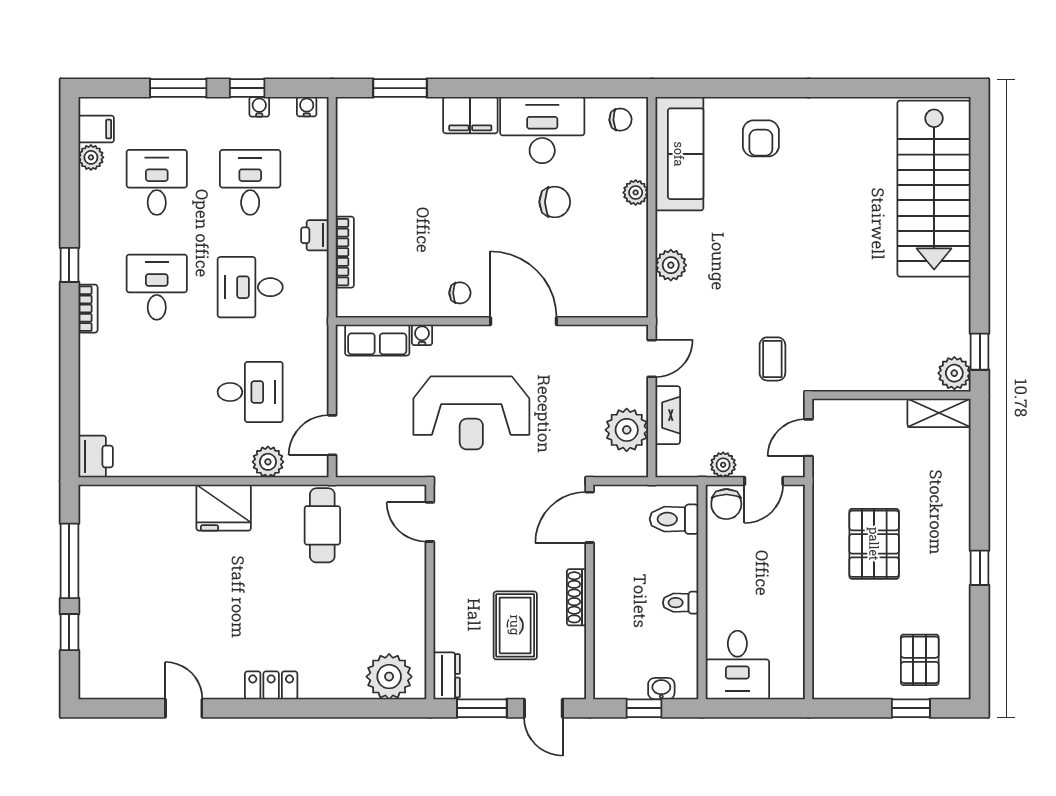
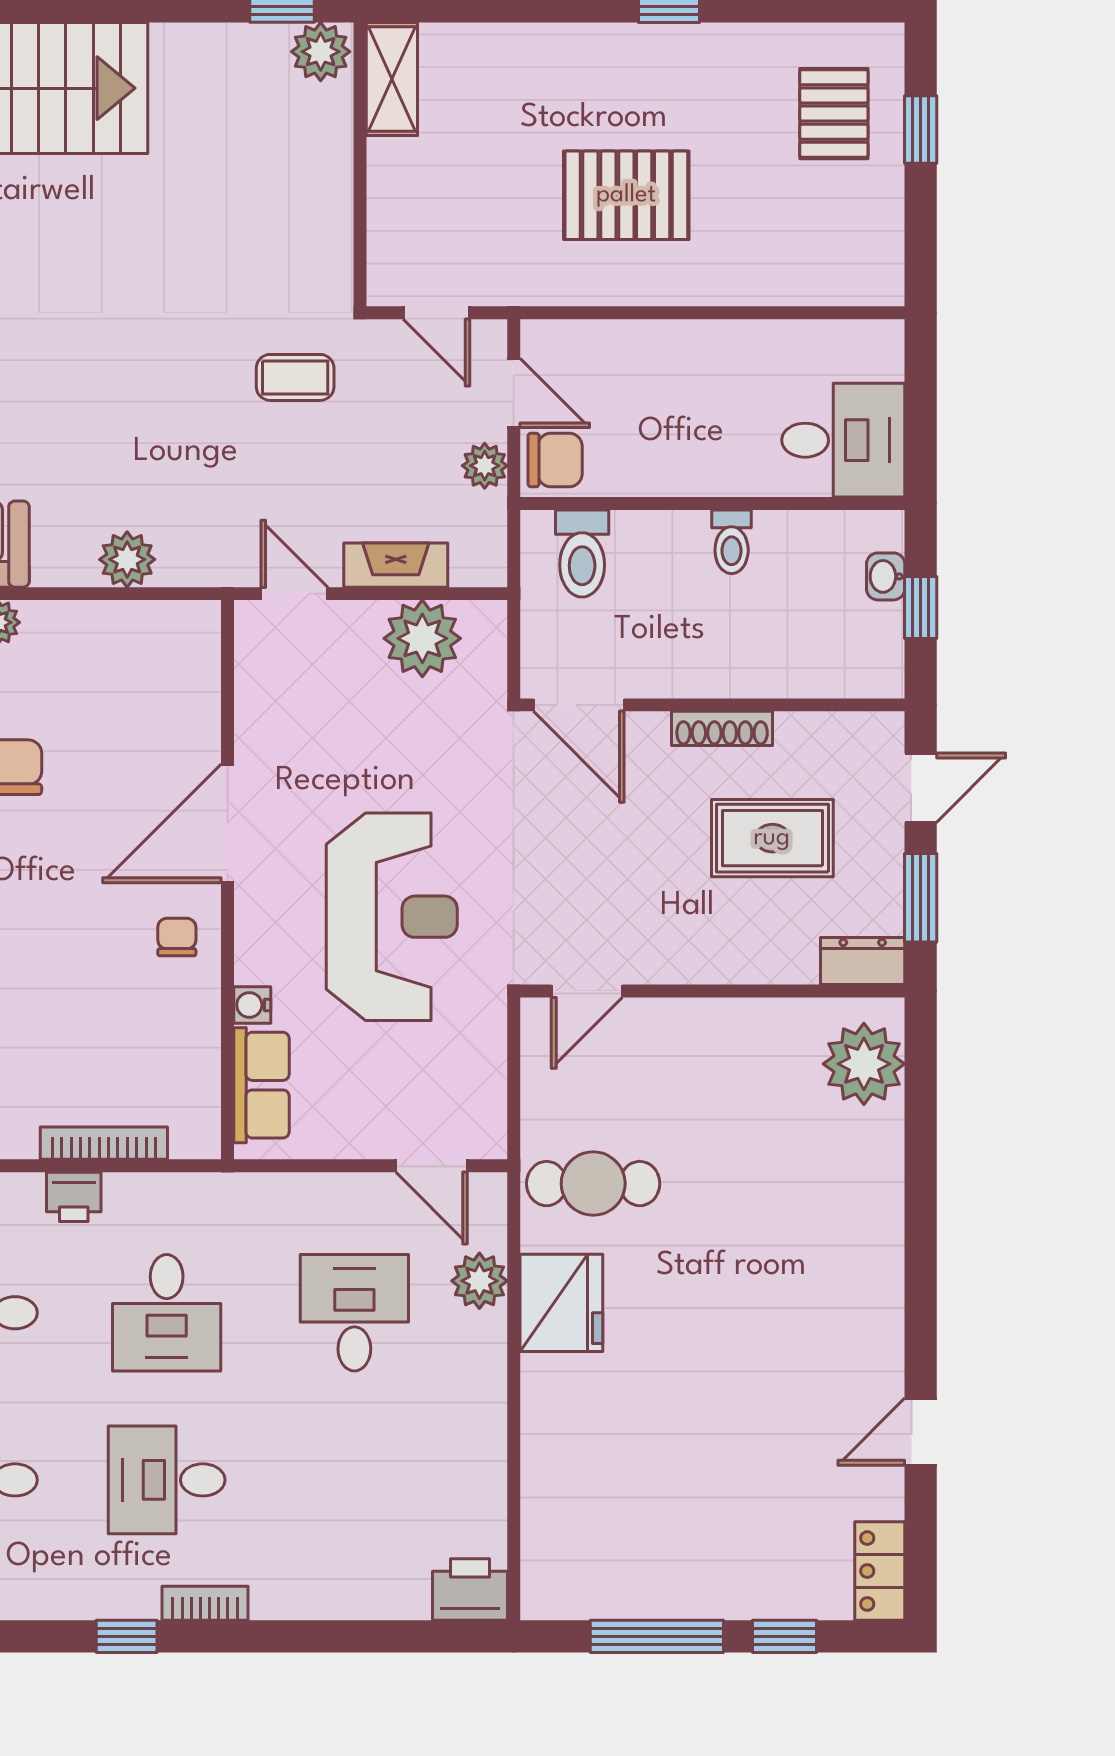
fridge: (224, 508) -> (561, 1303), moved
pallet: (920, 660) -> (834, 114), turned 90
locker: (271, 685) -> (880, 1571), moved

